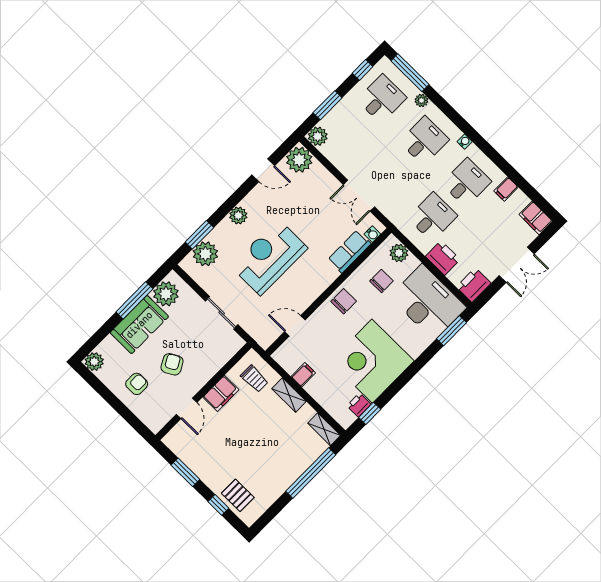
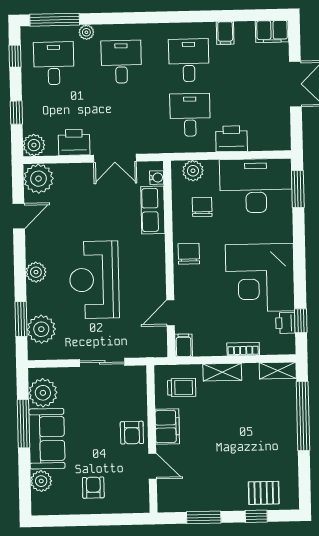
window: (328, 105) -> (16, 113), width x0.67
water cooler: (465, 142) -> (154, 29), removed
printer: (474, 285) -> (74, 142), moved, turned 90
plant: (94, 362) -> (41, 481), moved
armchair: (172, 364) -> (132, 433), moved, turned -151
filing cabinet: (303, 375) -> (184, 345), moved
bookcase: (317, 394) -> (243, 349), added

